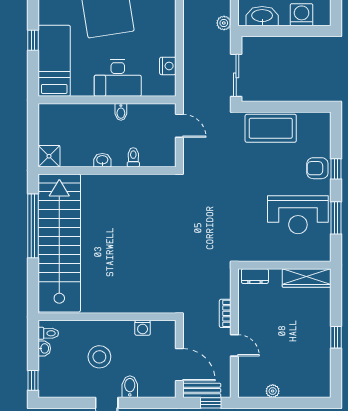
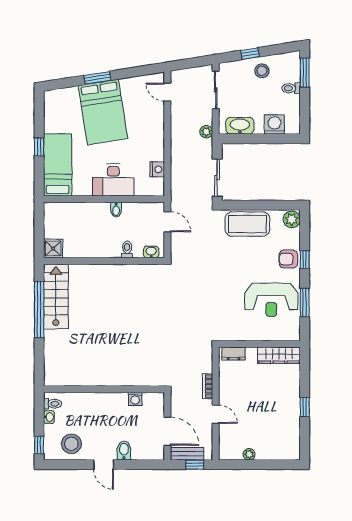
plant: (321, 123) -> (292, 219), added
washbasin: (102, 160) -> (151, 252), moved
stairs: (59, 243) -> (56, 297), width x0.54, depth x0.66
stool: (99, 357) -> (71, 444), moved

